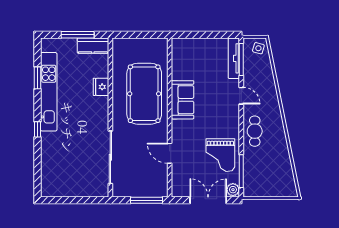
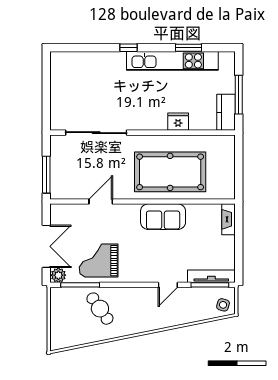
fireplace: (185, 44) -> (228, 219), added
cafe table: (255, 131) -> (100, 309), moved, turned 55

